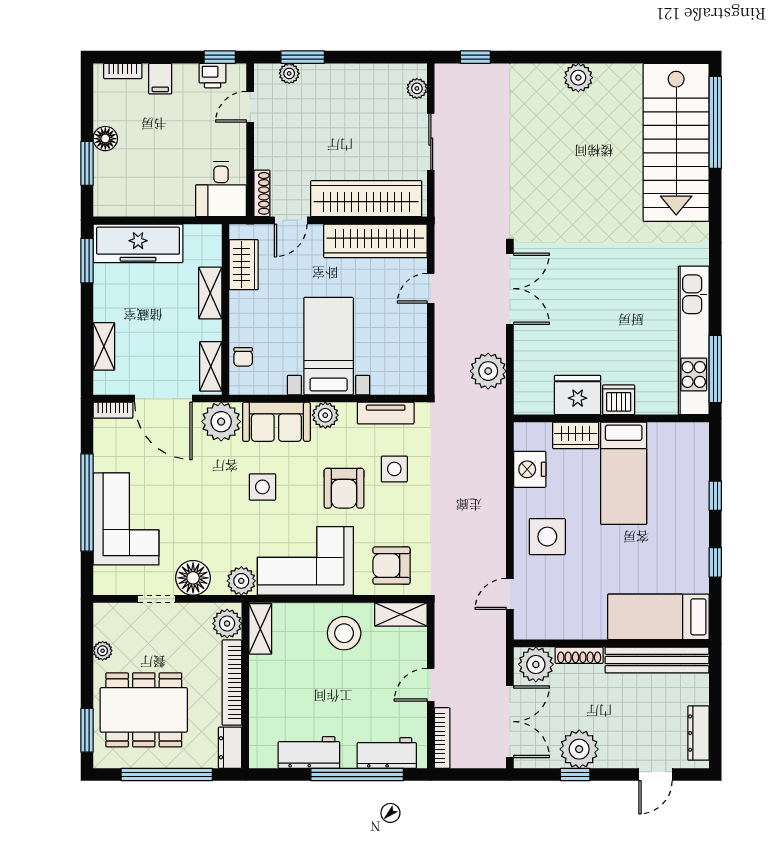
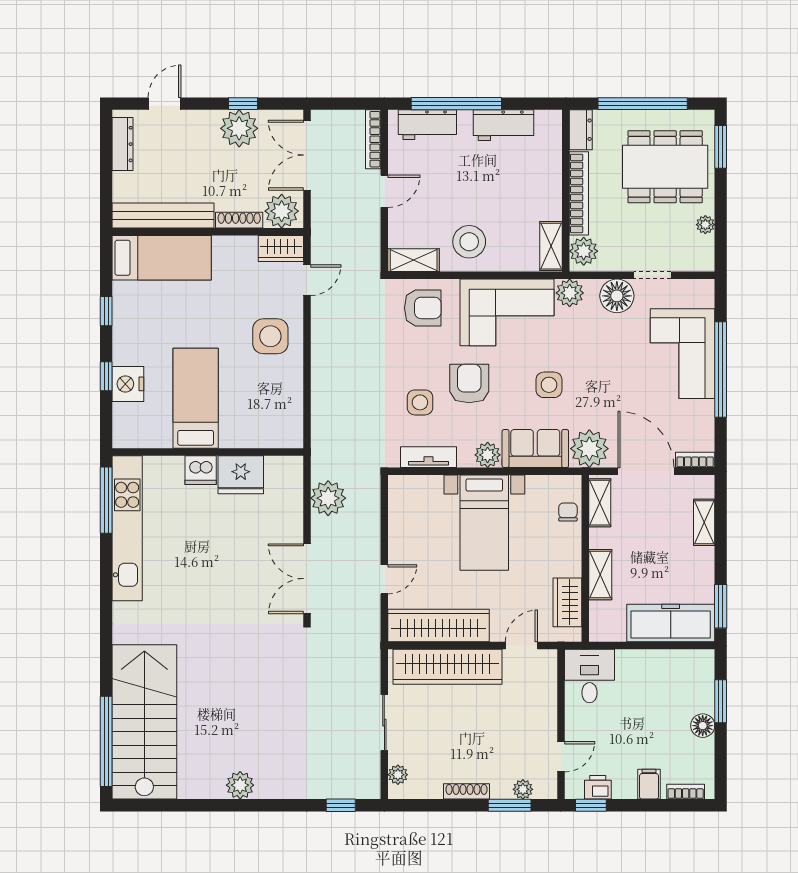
shoe rack: (262, 193) -> (467, 791), moved, turned 90
wardrobe: (576, 435) -> (281, 248), moved, turned 180
nightstand: (530, 469) -> (128, 384), moved, turned 180

